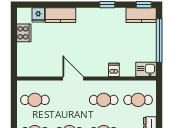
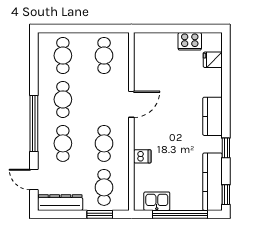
kitchen counter: (60, 15) -> (212, 116), moved
kitchen counter: (141, 15) -> (212, 182), width x1.50
kitchen sink: (146, 69) -> (157, 201), moved, turned -90
window: (159, 103) -> (100, 214), added

